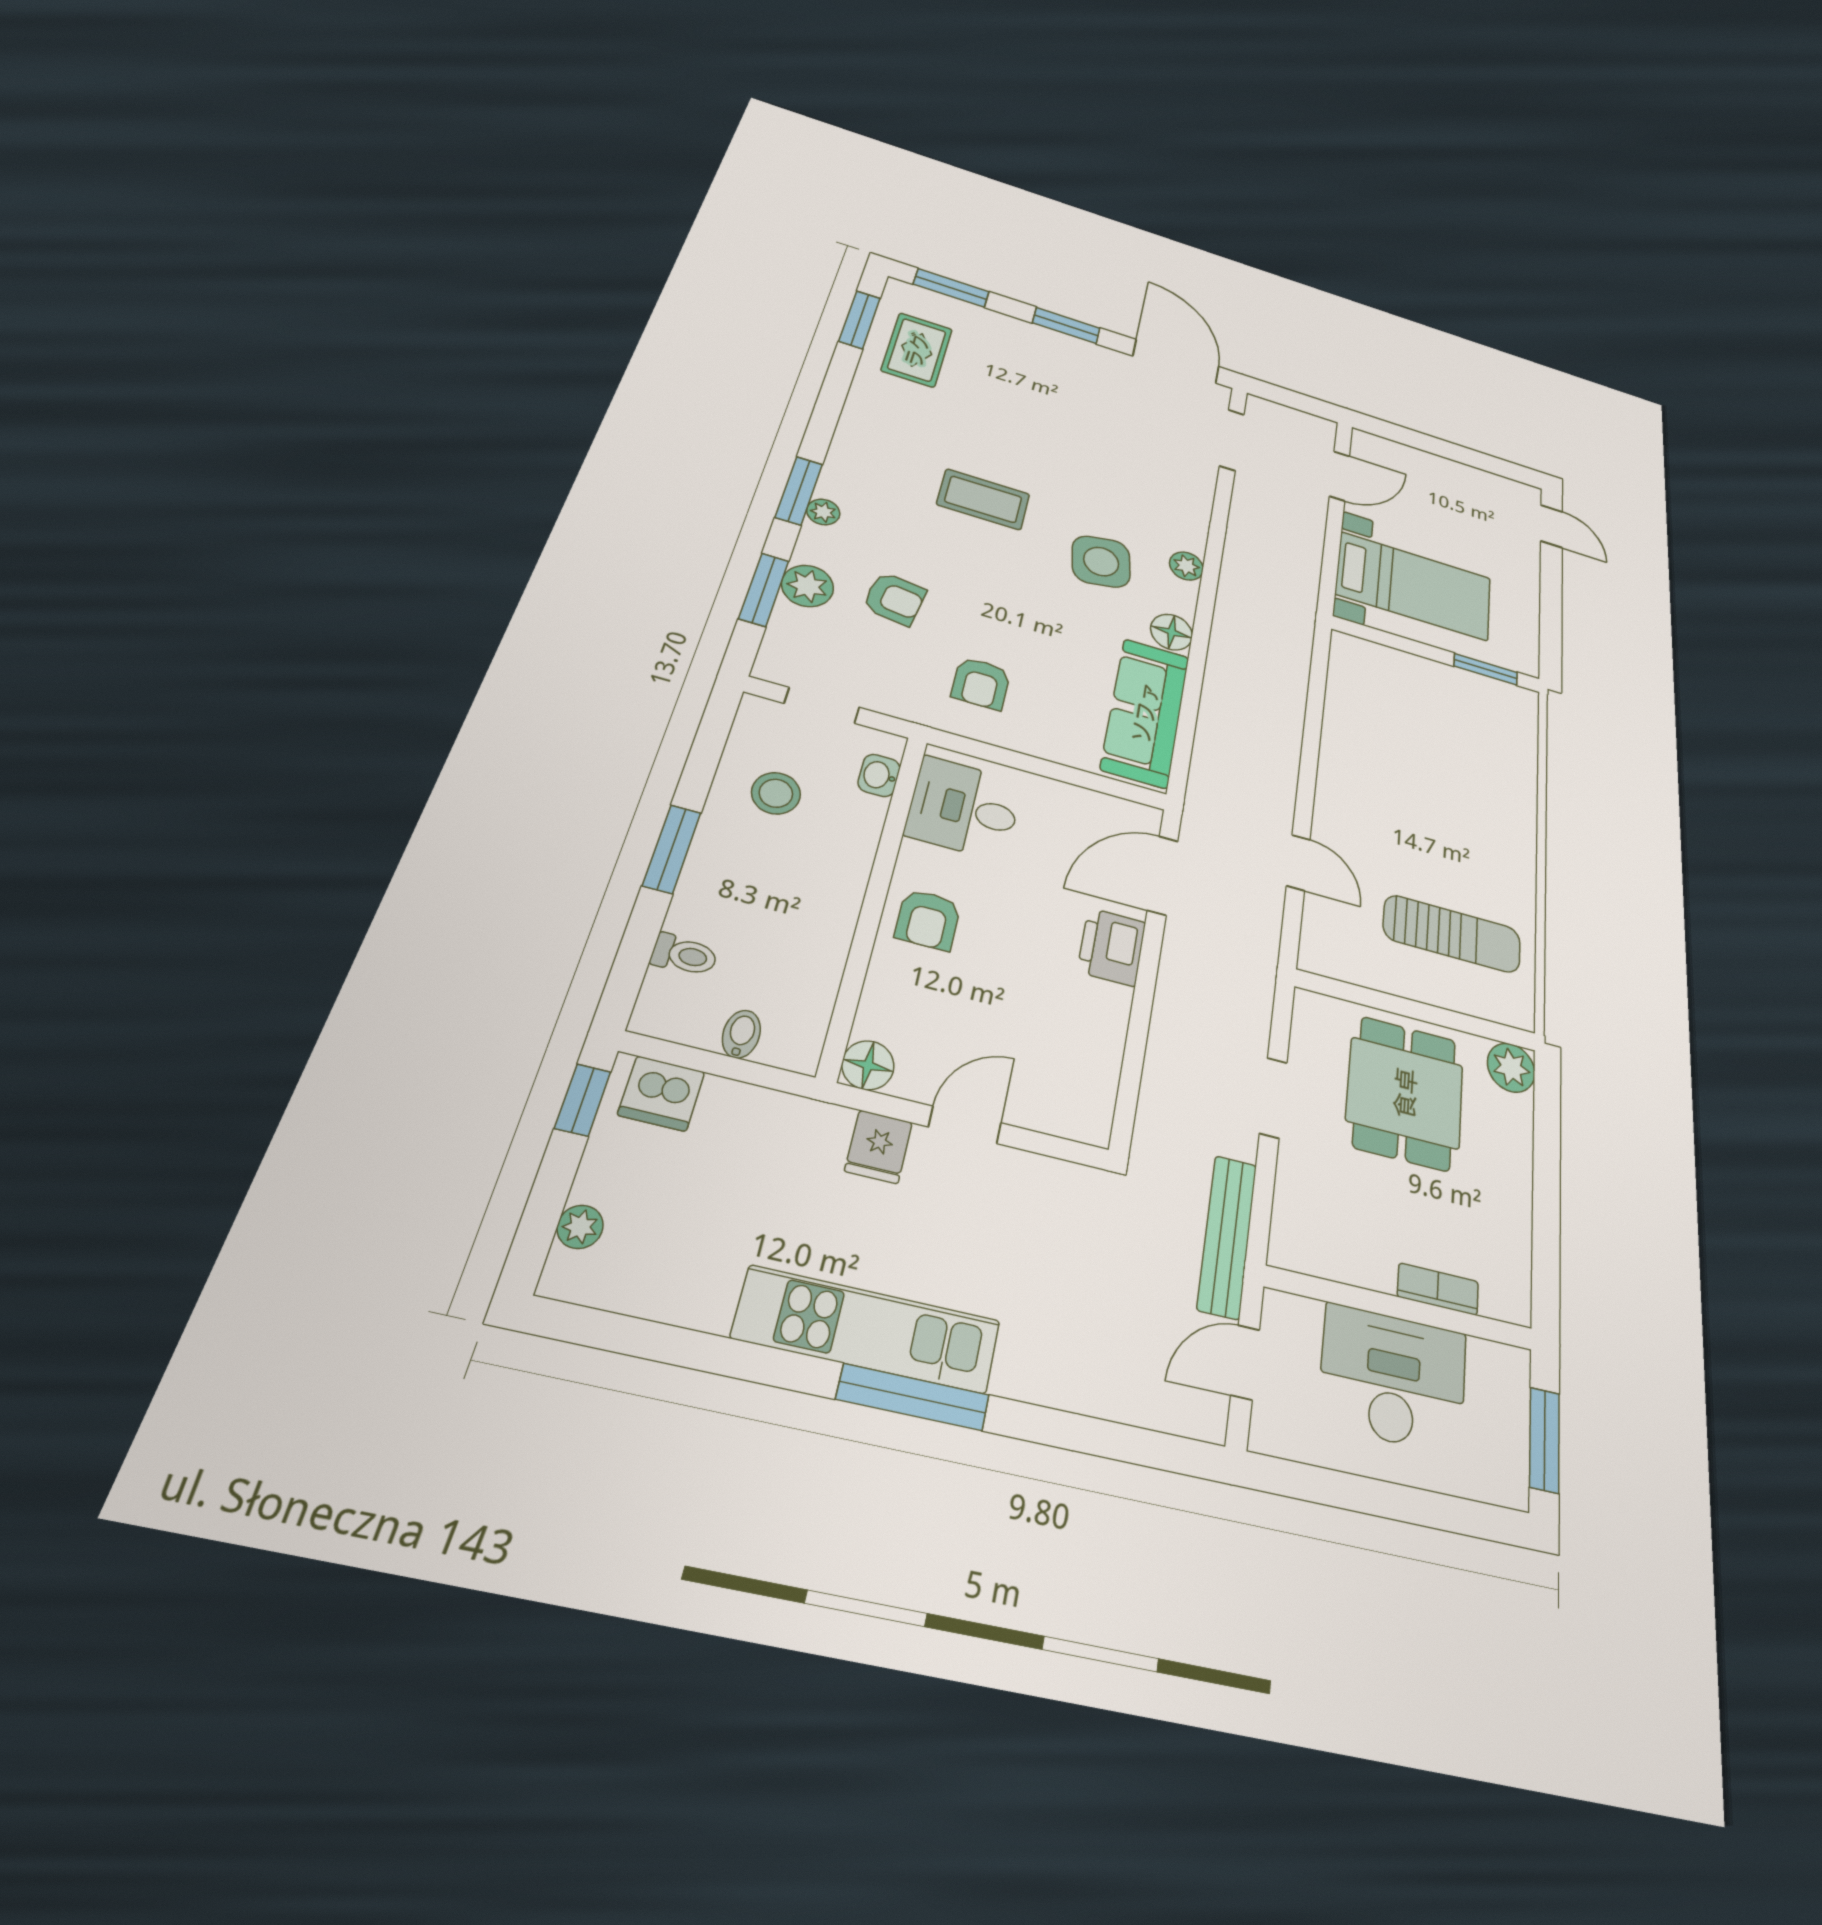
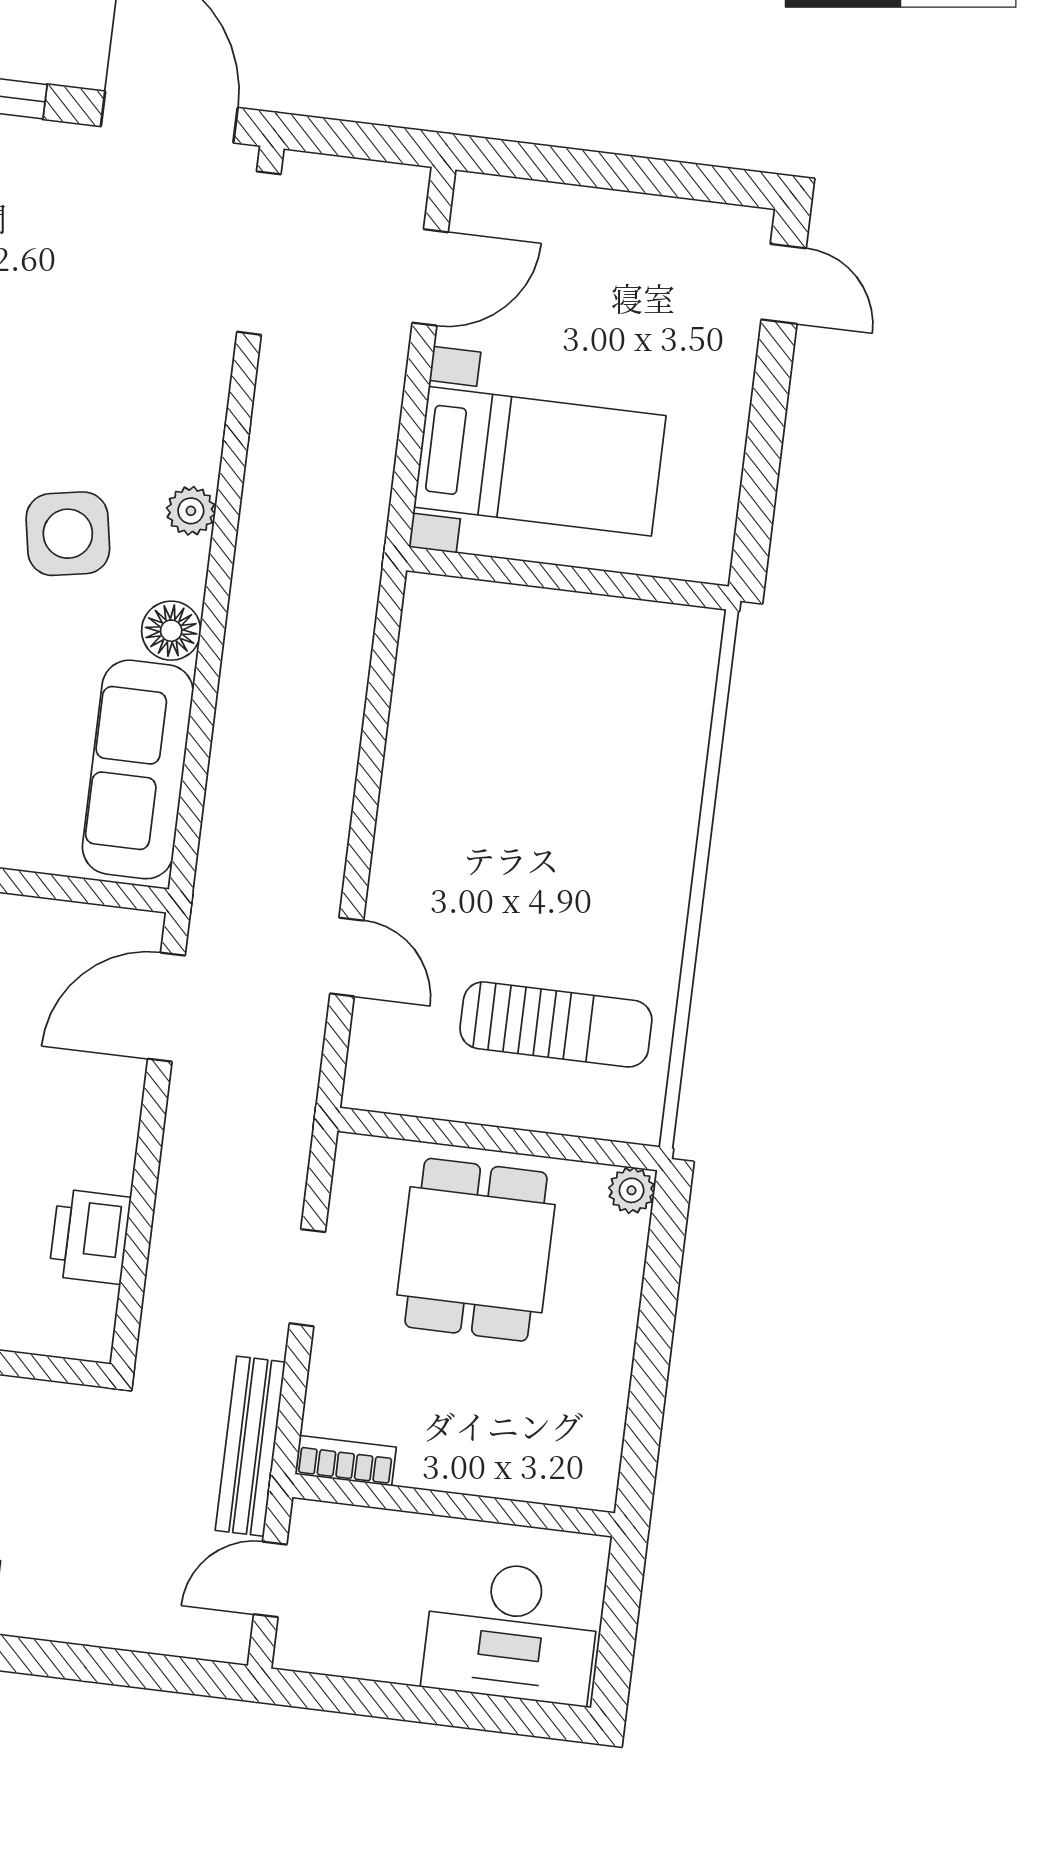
doorway: (1232, 440) -> (259, 253), width x1.36
window: (1486, 669) -> (644, 588), removed
printer: (1112, 947) -> (90, 1237), moved
plant: (1511, 1068) -> (632, 1190), width x0.73, depth x0.73
bookcase: (1438, 1289) -> (346, 1461), moved
desk: (1393, 1378) -> (511, 1632), moved, turned 180
window: (1544, 1440) -> (618, 1632), removed

